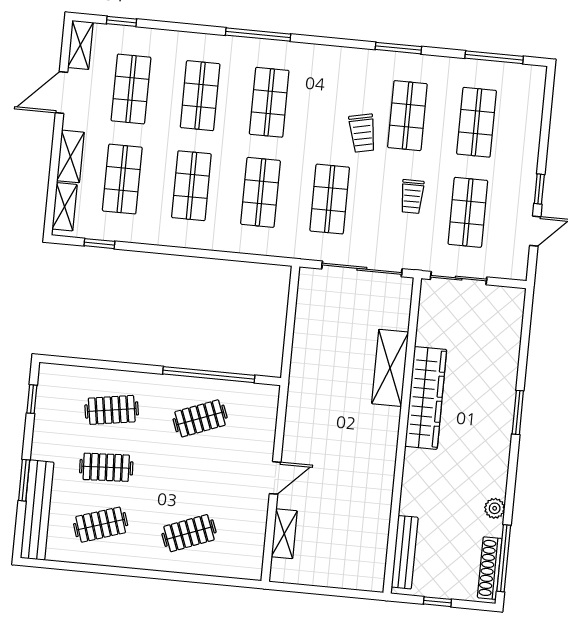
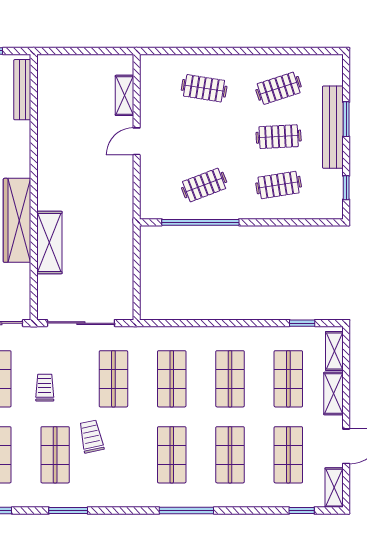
bench: (37, 510) -> (333, 127), moved
clothes rail: (189, 533) -> (204, 88), turned 30

